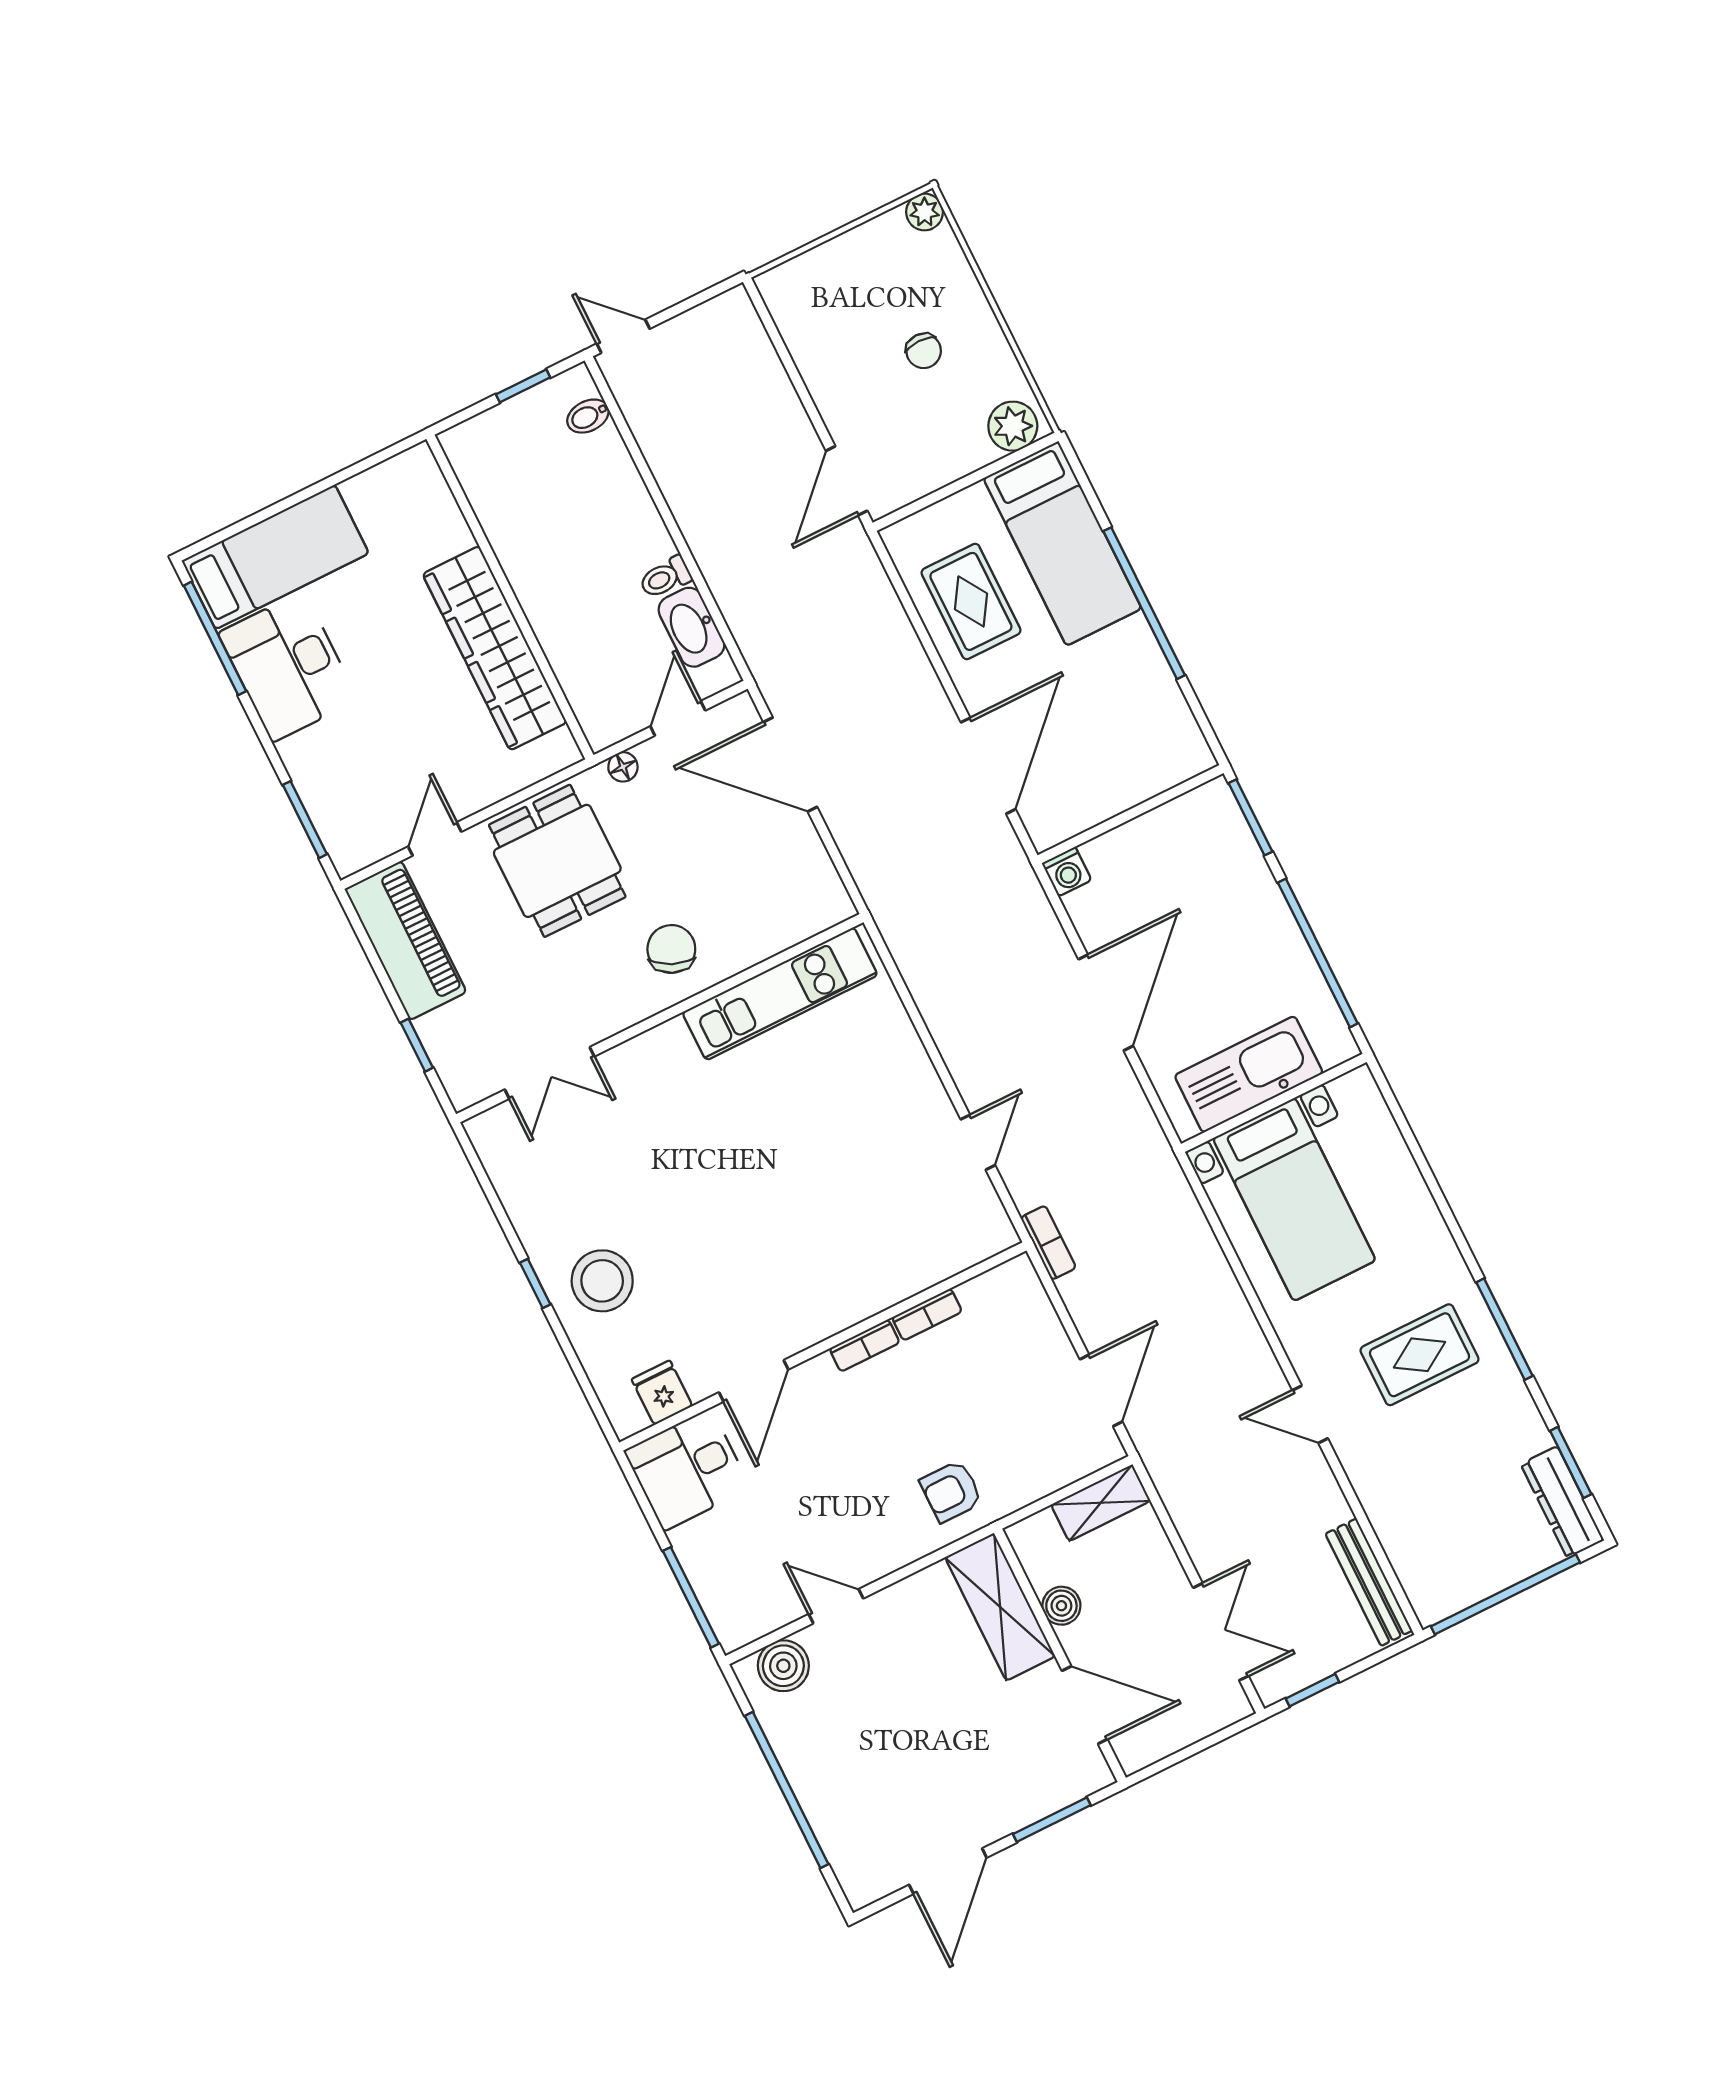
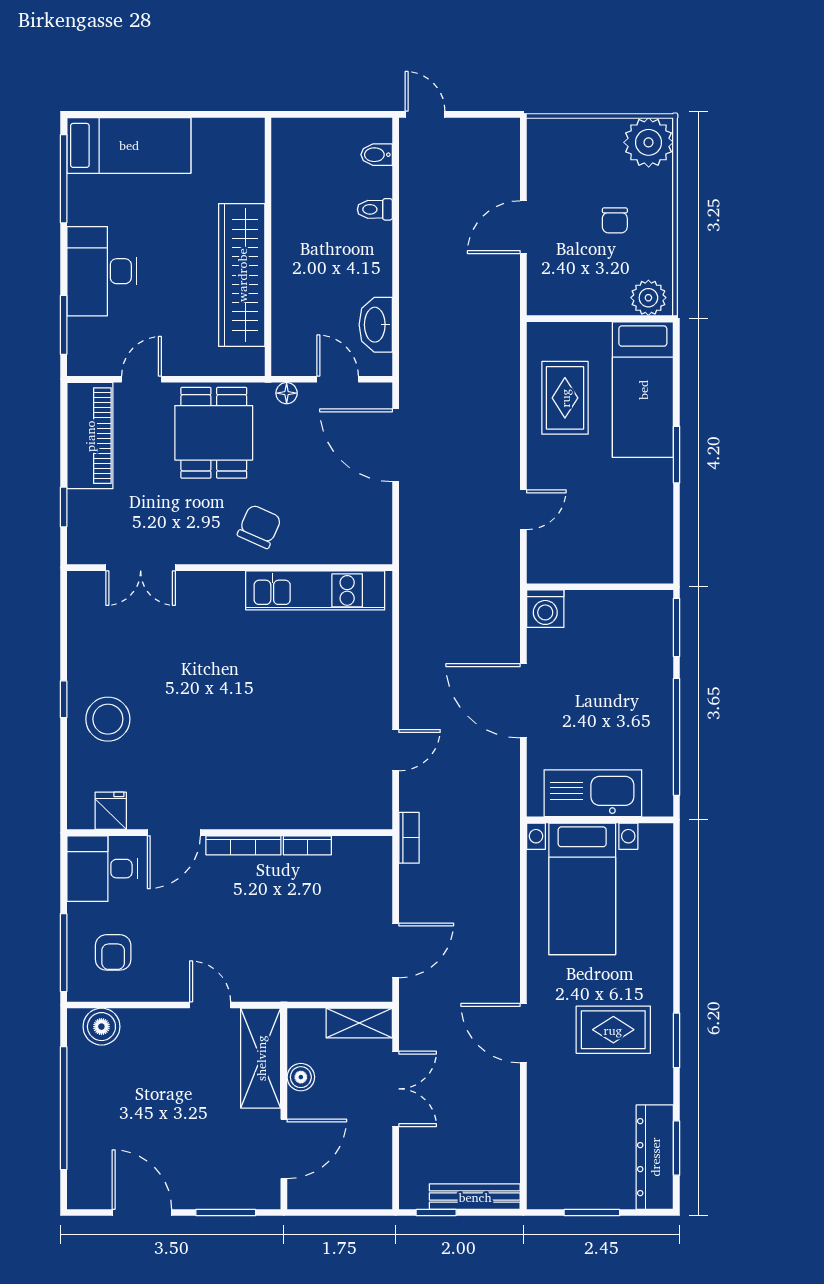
plant: (925, 212) -> (649, 142), width x1.88, depth x1.88
window: (523, 386) -> (344, 114), removed
door: (847, 481) -> (523, 227), moved
toilet: (665, 577) -> (375, 209), moved
window: (1144, 603) -> (677, 455), width x0.47
desk: (288, 667) -> (102, 271), moved
door: (678, 718) -> (338, 379), hinge flipped
door: (988, 766) -> (523, 510), width x0.53
washing machine: (1067, 872) -> (545, 609), width x1.38, depth x1.38
door: (1106, 1003) -> (523, 701), swing flipped
window: (1504, 1329) -> (677, 1040), width x0.69
bookcase: (864, 1346) -> (243, 845), width x1.56
door: (1310, 1414) -> (523, 1033), width x1.38
armchair: (951, 1491) -> (113, 952), moved, turned -90
dresser: (1562, 1502) -> (655, 1157), width x1.37, depth x1.24
bench: (1369, 1582) -> (475, 1197), moved, turned 90
window: (1505, 1594) -> (592, 1212), width x0.47
door: (836, 1606) -> (210, 1005), moved
double door: (1221, 1632) -> (396, 1089), moved
door: (1085, 1705) -> (284, 1149), hinge flipped
door: (948, 1871) -> (142, 1212), swing flipped

